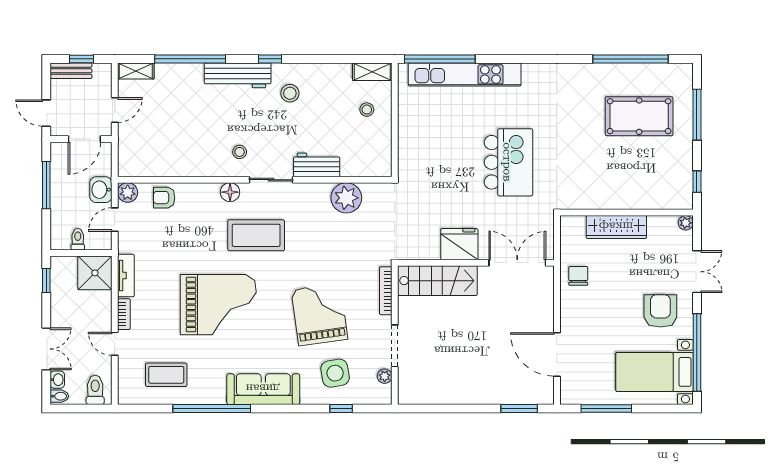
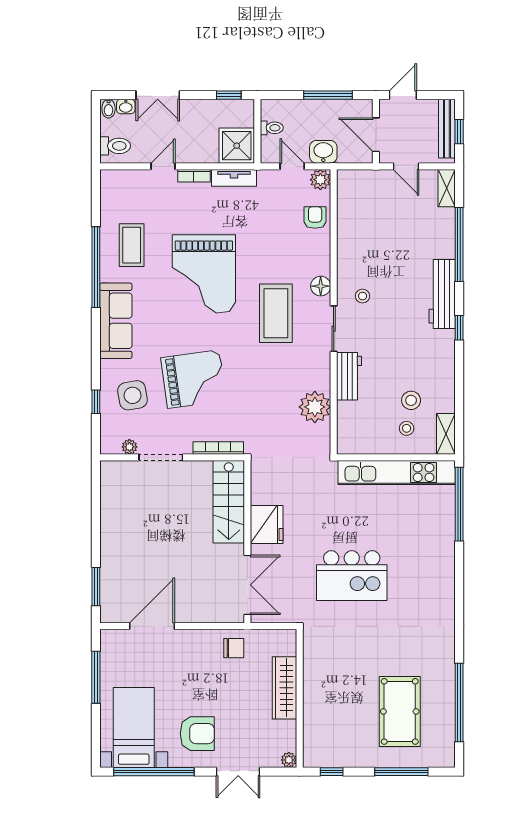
bench: (71, 71) -> (447, 129), width x1.36
kitchen unit: (465, 74) -> (397, 473), moved, turned -90
stool: (290, 93) -> (411, 400), moved
coffee table: (166, 375) -> (132, 245), moved

